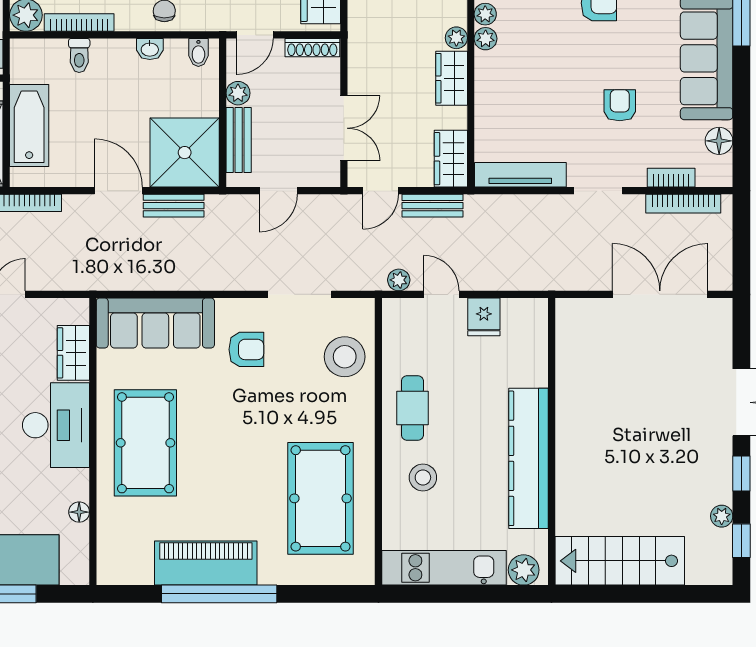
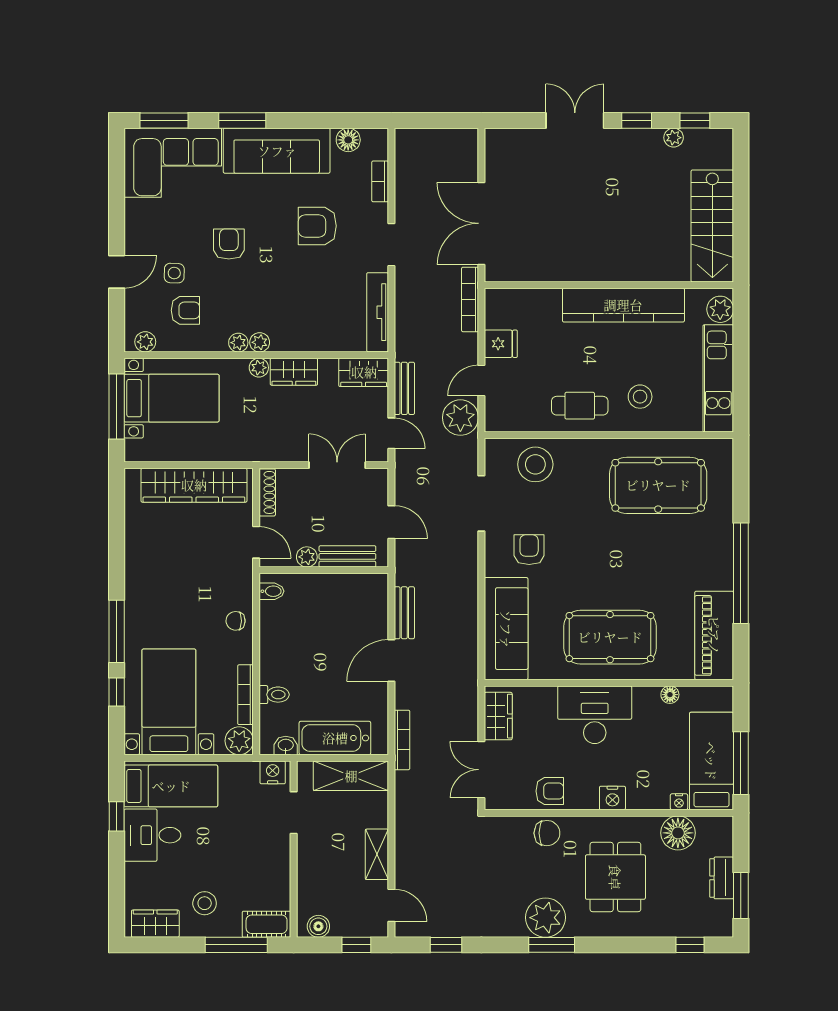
washbasin: (150, 49) -> (286, 745), moved, turned -90
armchair: (620, 105) -> (317, 226), width x1.38, depth x1.38
shower: (185, 153) -> (358, 603), removed
bookcase: (683, 204) -> (470, 299), moved, turned 180
plant: (399, 280) -> (460, 418), width x1.87, depth x1.87
double door: (660, 294) -> (481, 223), moved
wardrobe: (73, 353) -> (498, 716), moved, turned -90
piano: (206, 563) -> (714, 635), moved

